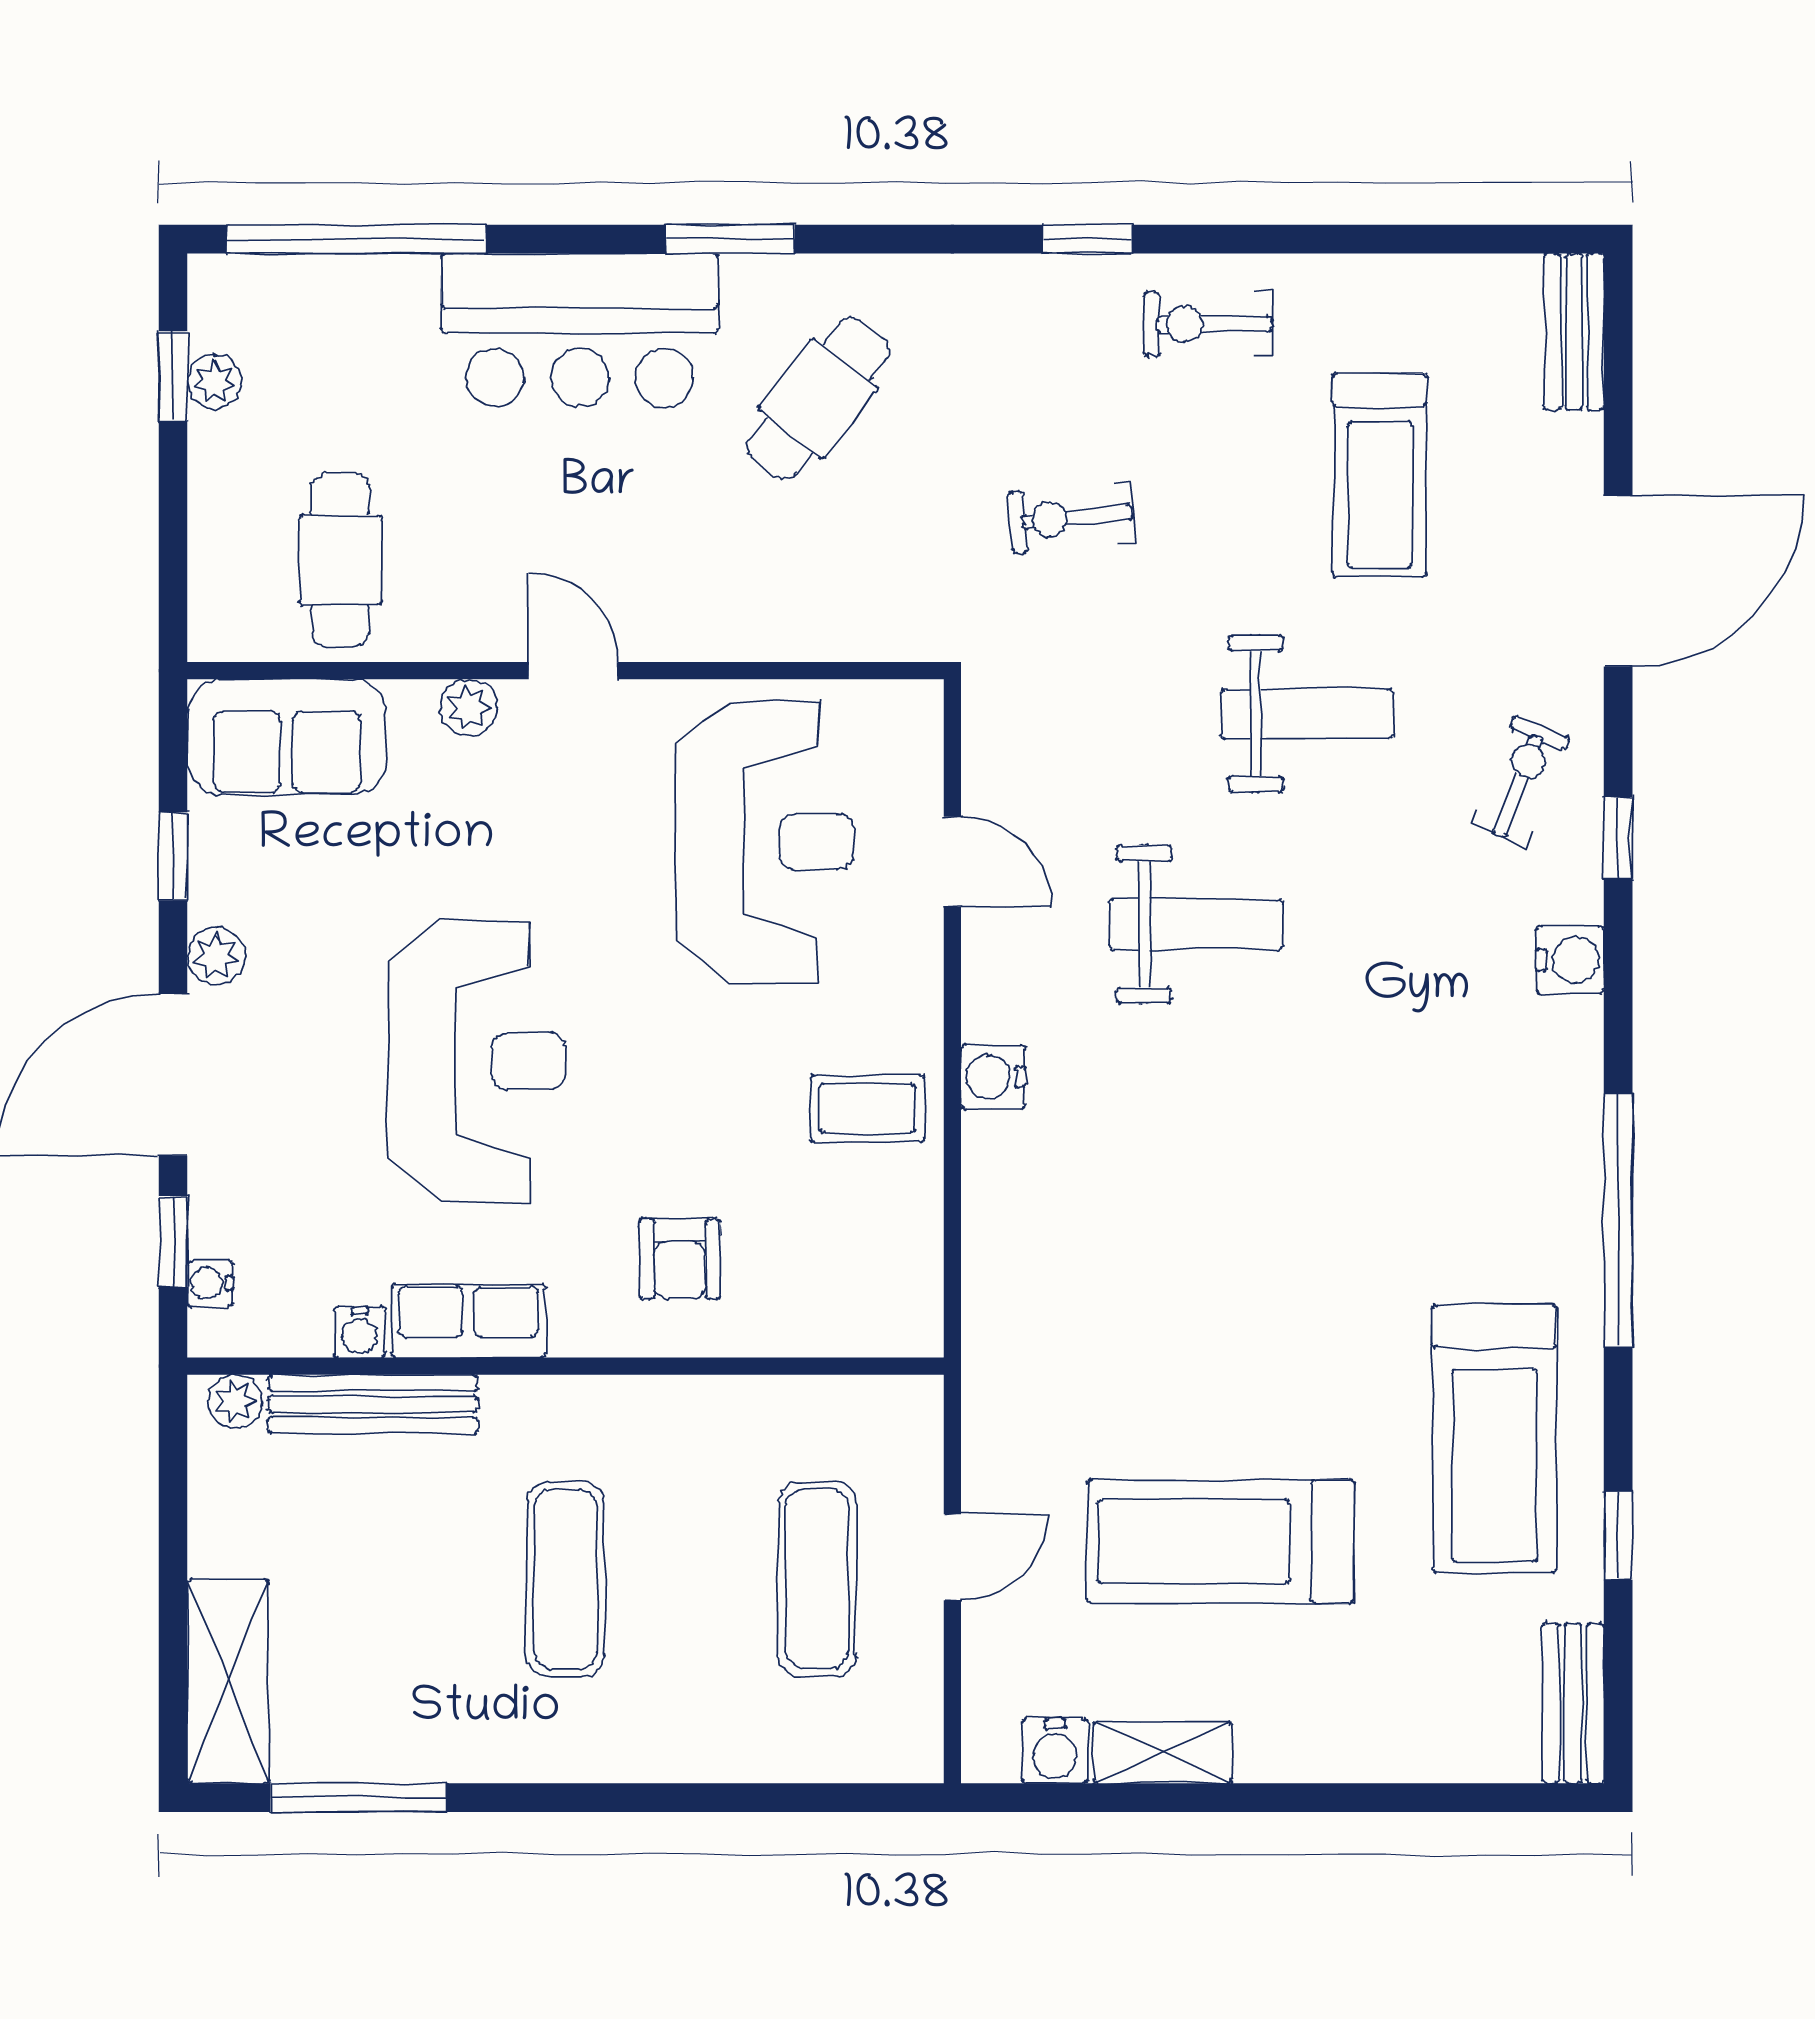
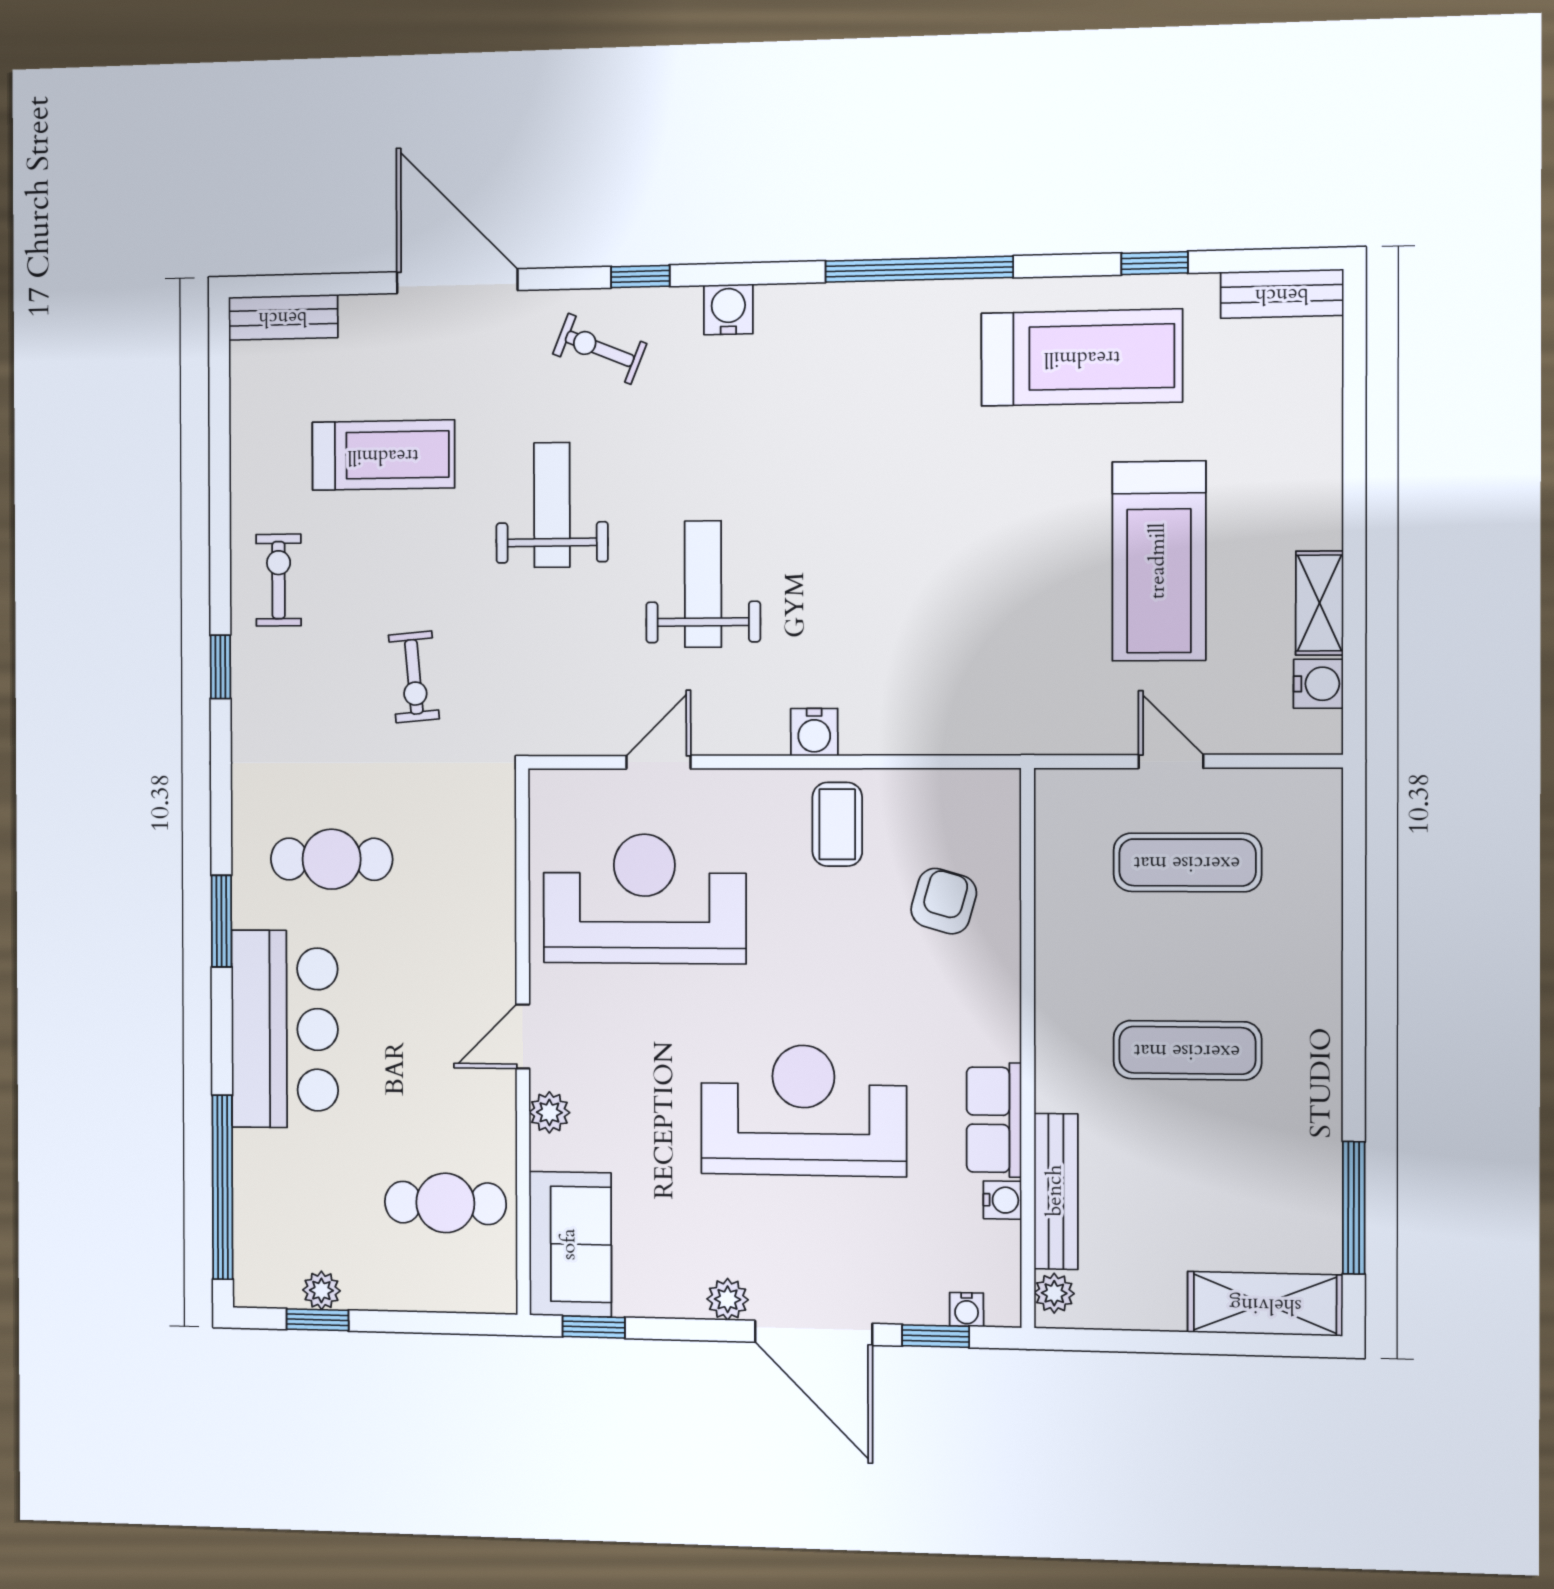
exercise bike: (1208, 324) -> (279, 580), turned 180
cafe table: (818, 399) -> (332, 859), turned -38
window: (173, 856) -> (594, 1327), moved
armchair: (680, 1259) -> (944, 901), moved, turned -74

